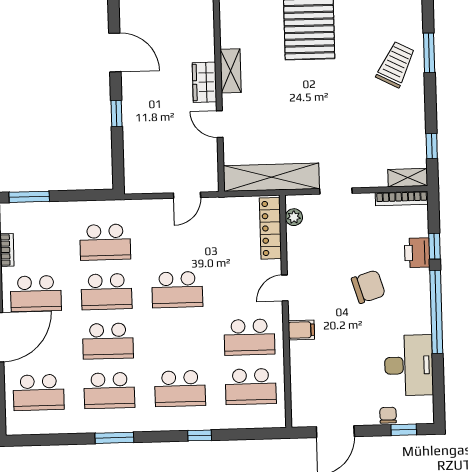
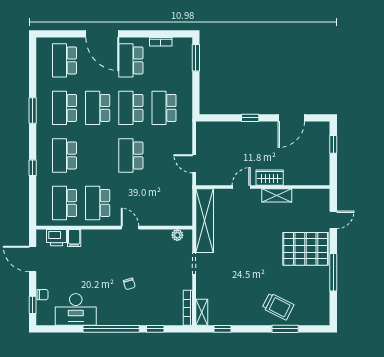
locker: (270, 228) -> (170, 219), removed
printer: (417, 253) -> (56, 238), moved, turned 180
chair: (368, 287) -> (129, 284), width x0.54, depth x0.54
filing cabinet: (301, 330) -> (74, 238), moved

